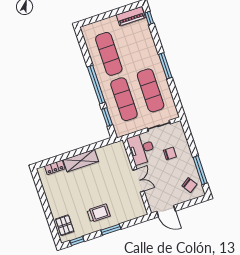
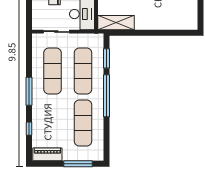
window: (101, 17) -> (78, 164), added
window: (149, 18) -> (29, 129), moved
shelving: (81, 161) -> (116, 23), moved
locker: (55, 167) -> (178, 25), removed

